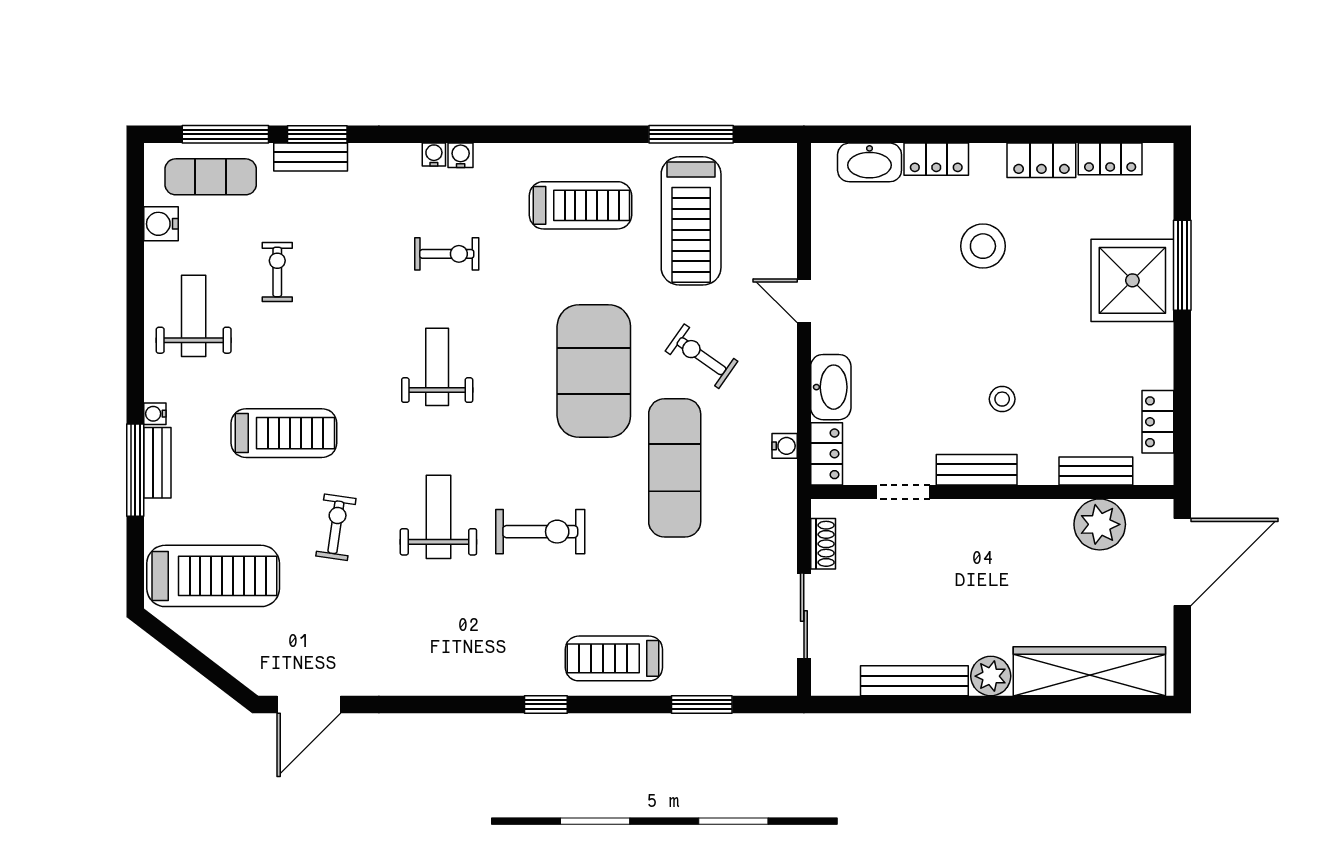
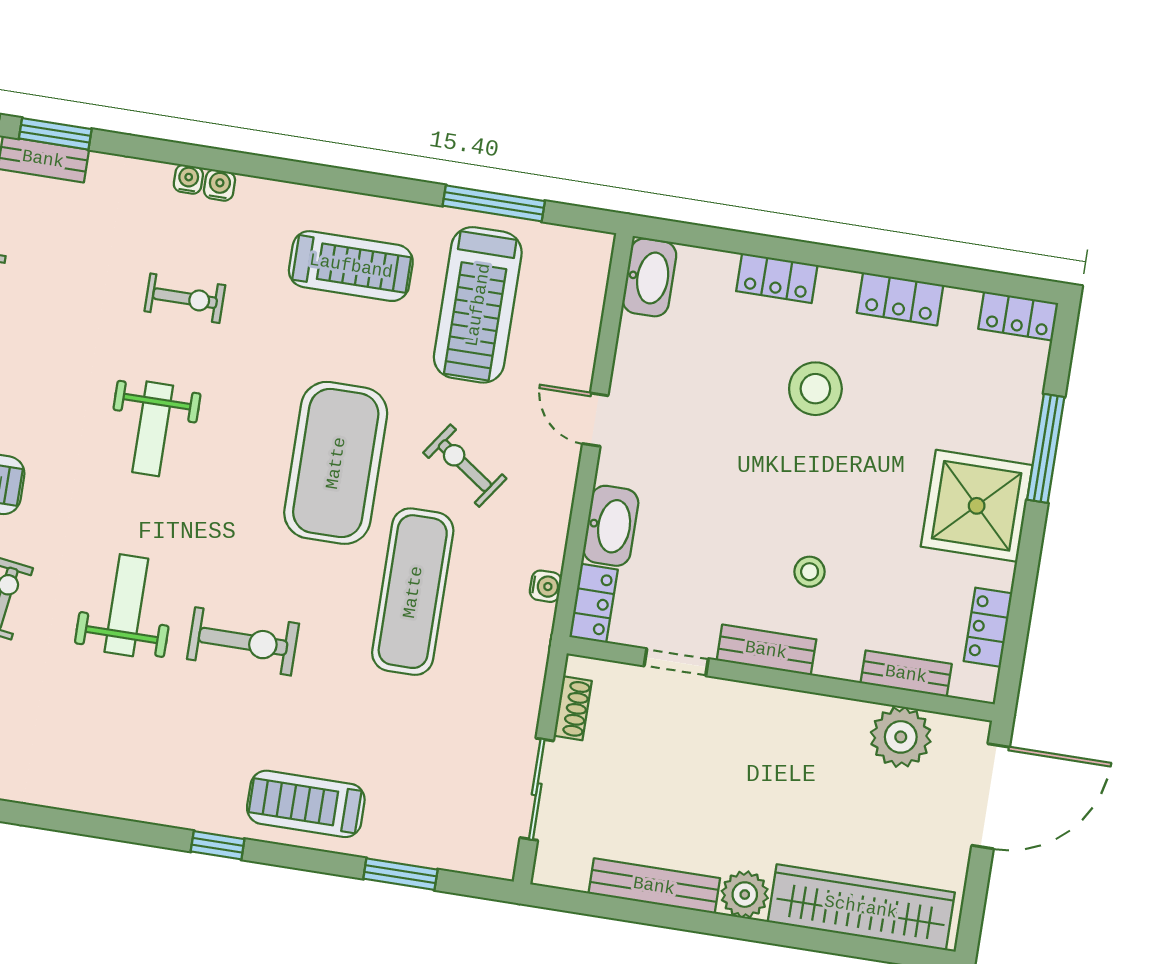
locker: (1110, 159) -> (1018, 316), moved
washbasin: (870, 162) -> (649, 277), moved, turned -90
shower: (1132, 280) -> (977, 506), moved
weight bench: (437, 367) -> (153, 429), turned 180

